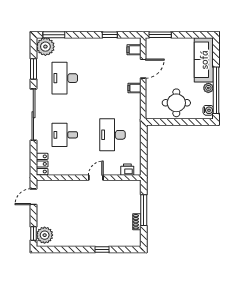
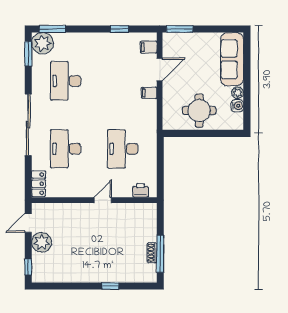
window: (33, 69) -> (28, 54), moved
window: (216, 90) -> (247, 95), removed
water cooler: (208, 110) -> (237, 106), moved
desk: (65, 135) -> (66, 149), width x1.37
window: (144, 210) -> (160, 254), moved
plant: (45, 235) -> (42, 242), moved

